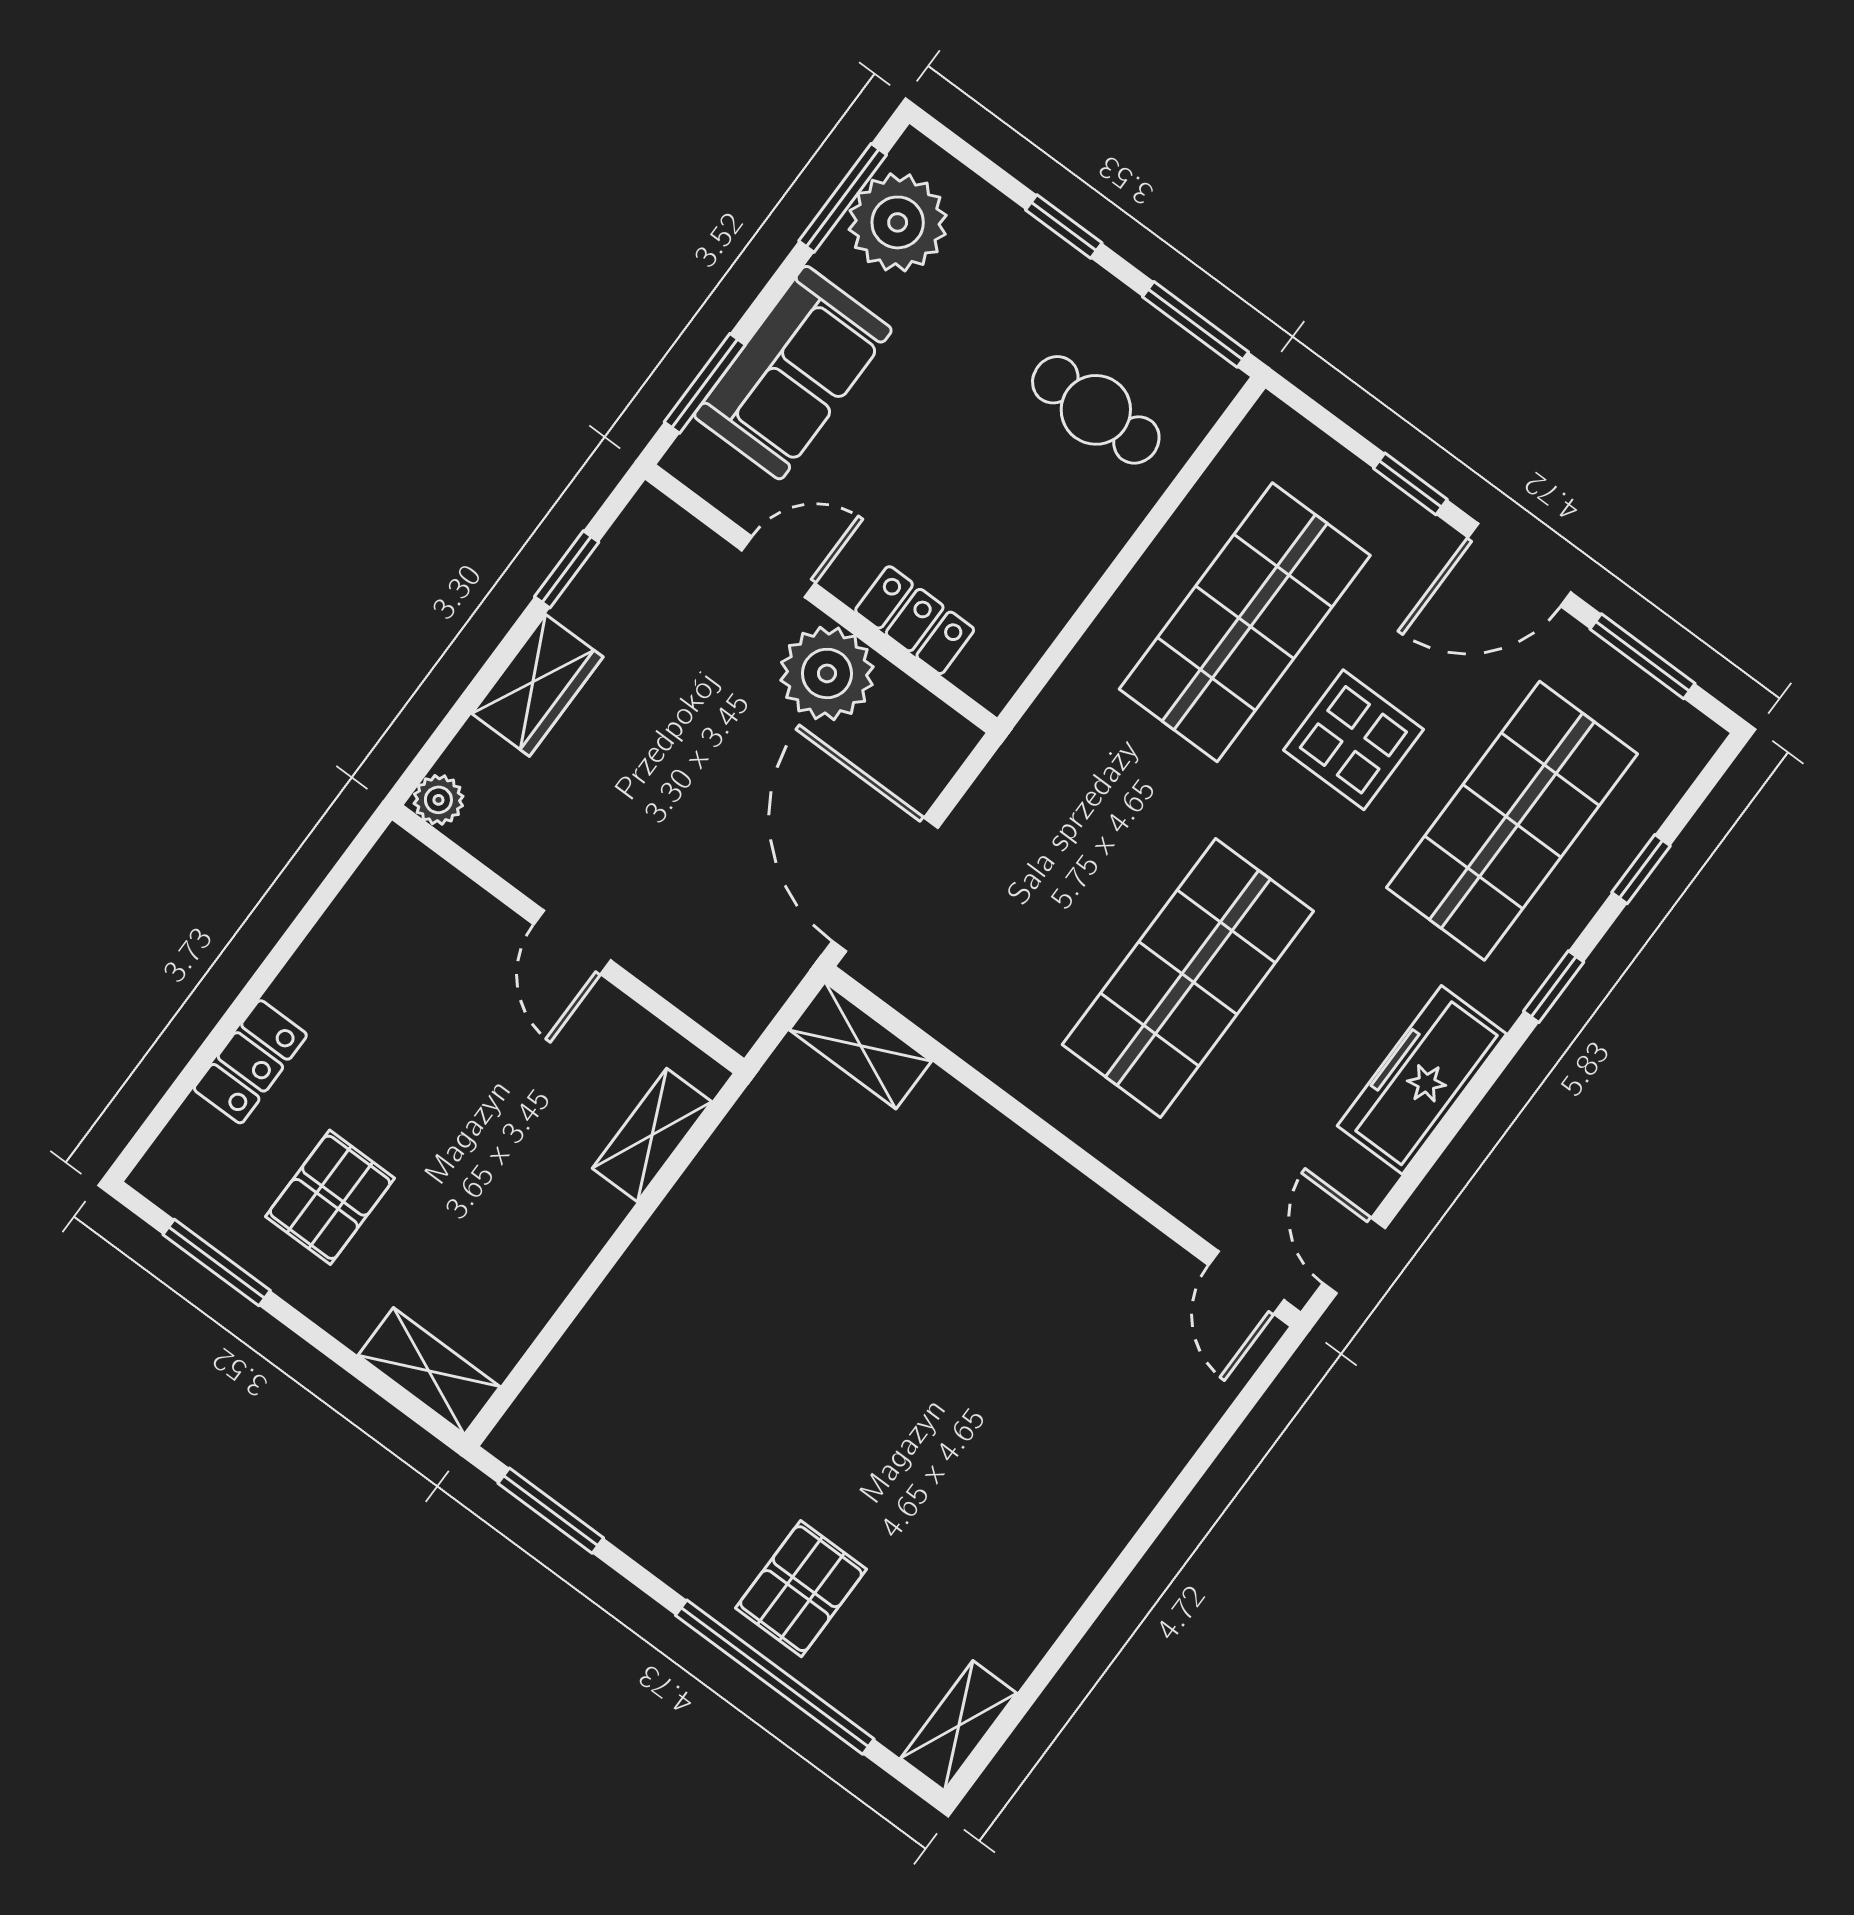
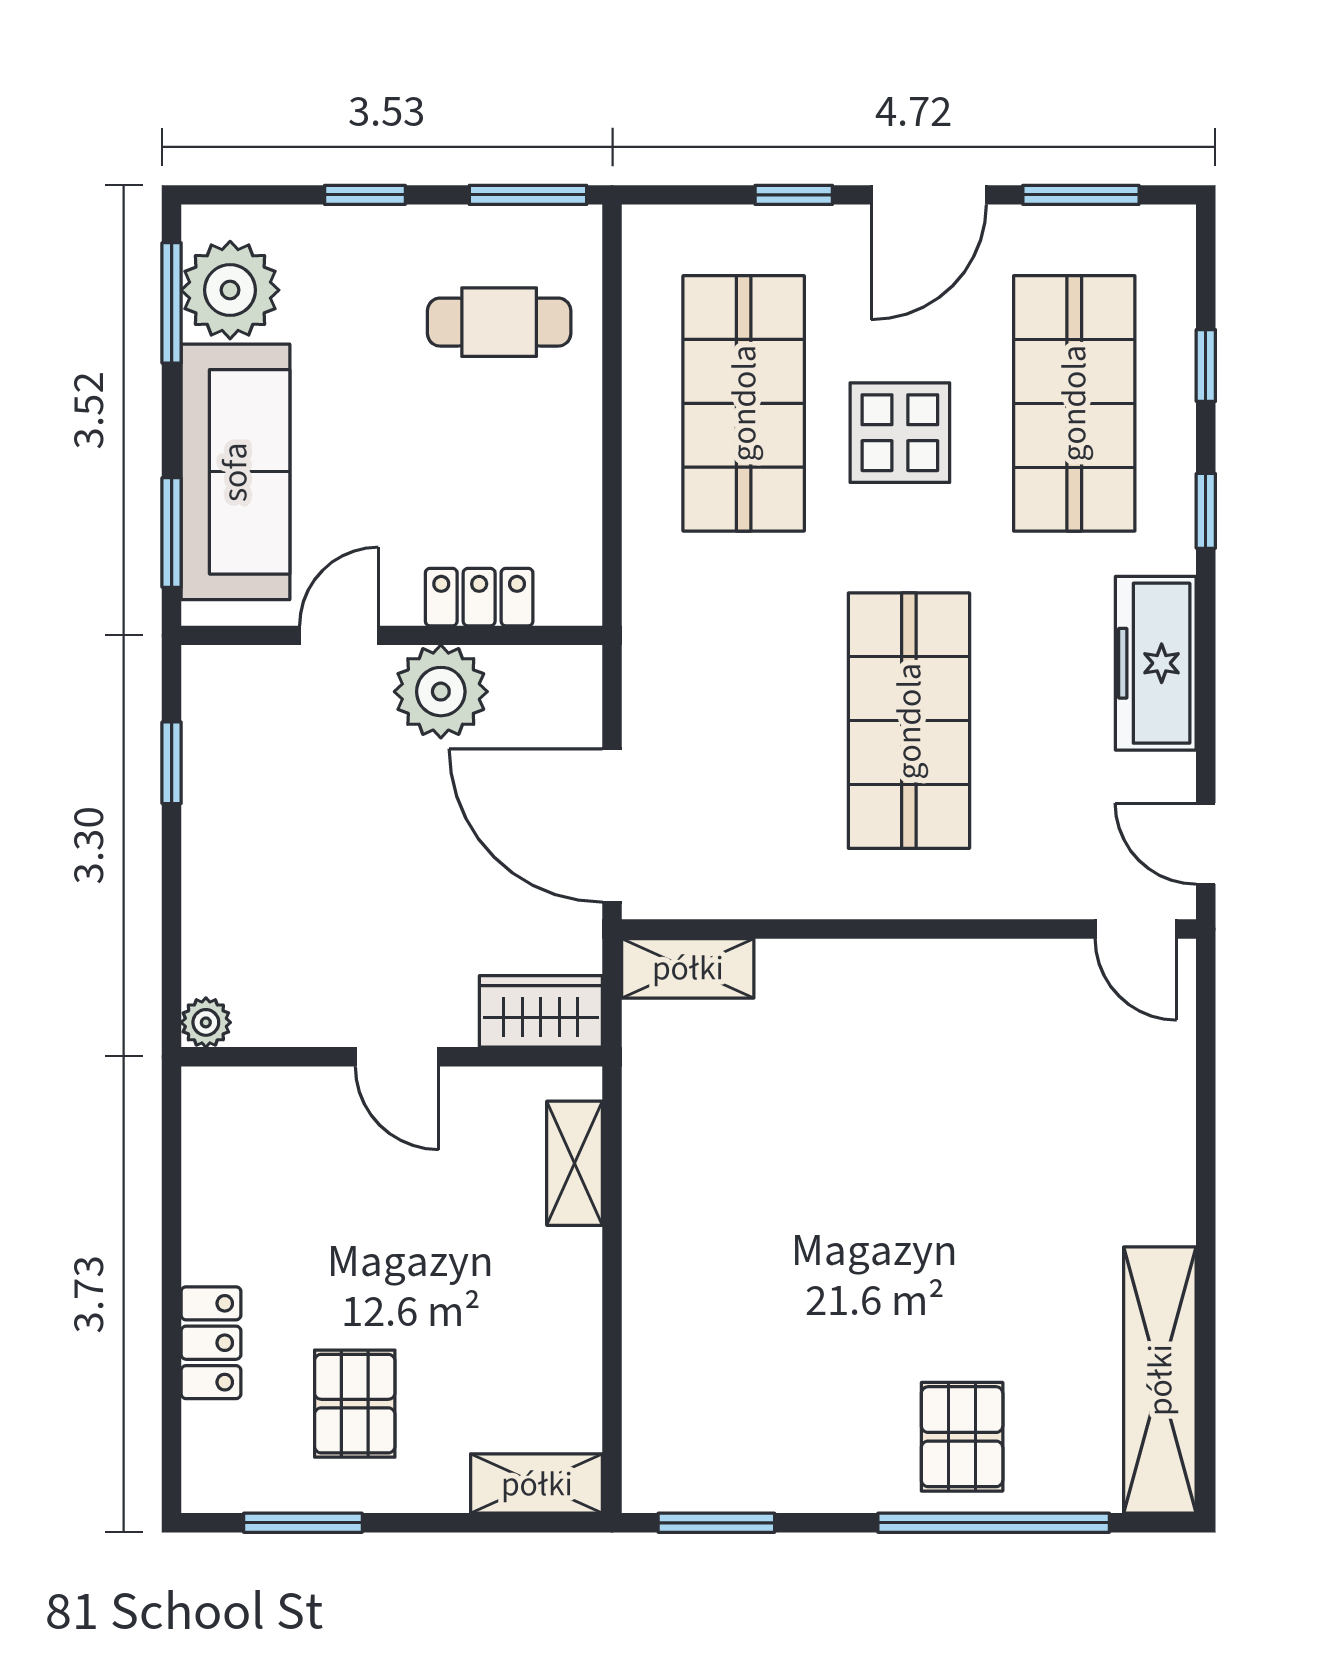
sofa: (793, 373) -> (235, 472), width x1.36
wardrobe: (537, 685) -> (541, 1011), moved, turned -90
shelving: (959, 1726) -> (1160, 1380), width x2.20, depth x1.33

